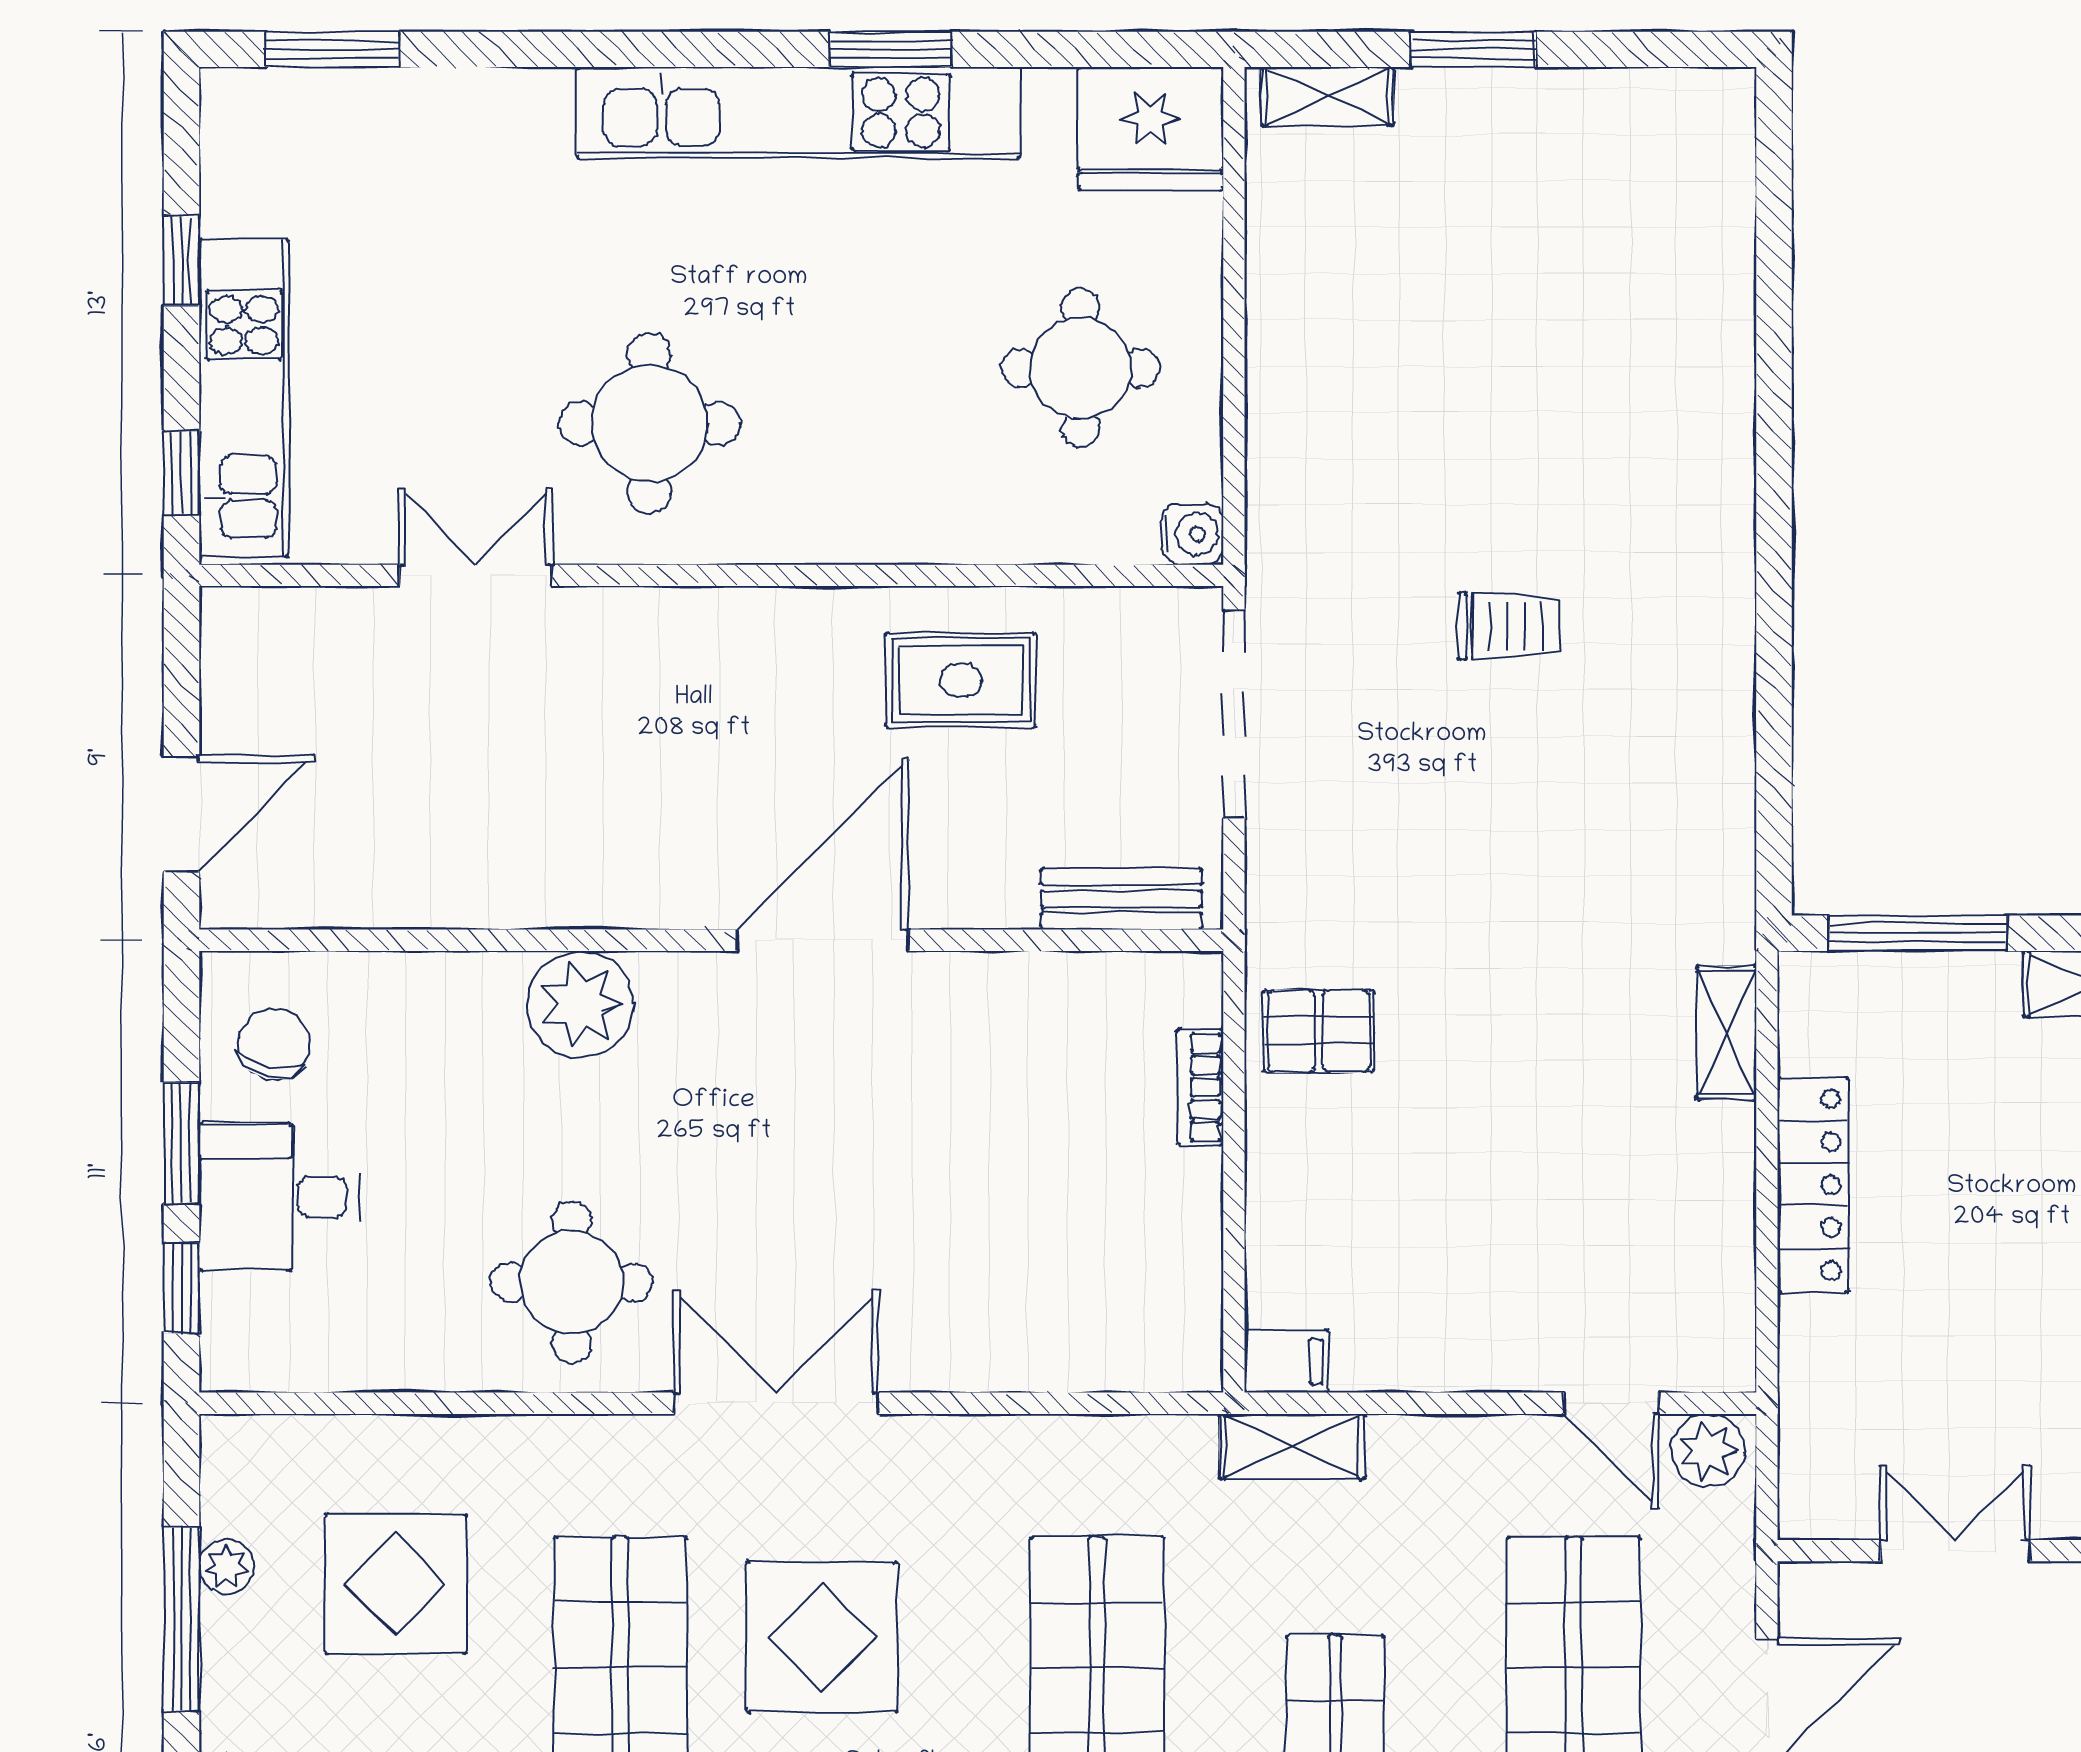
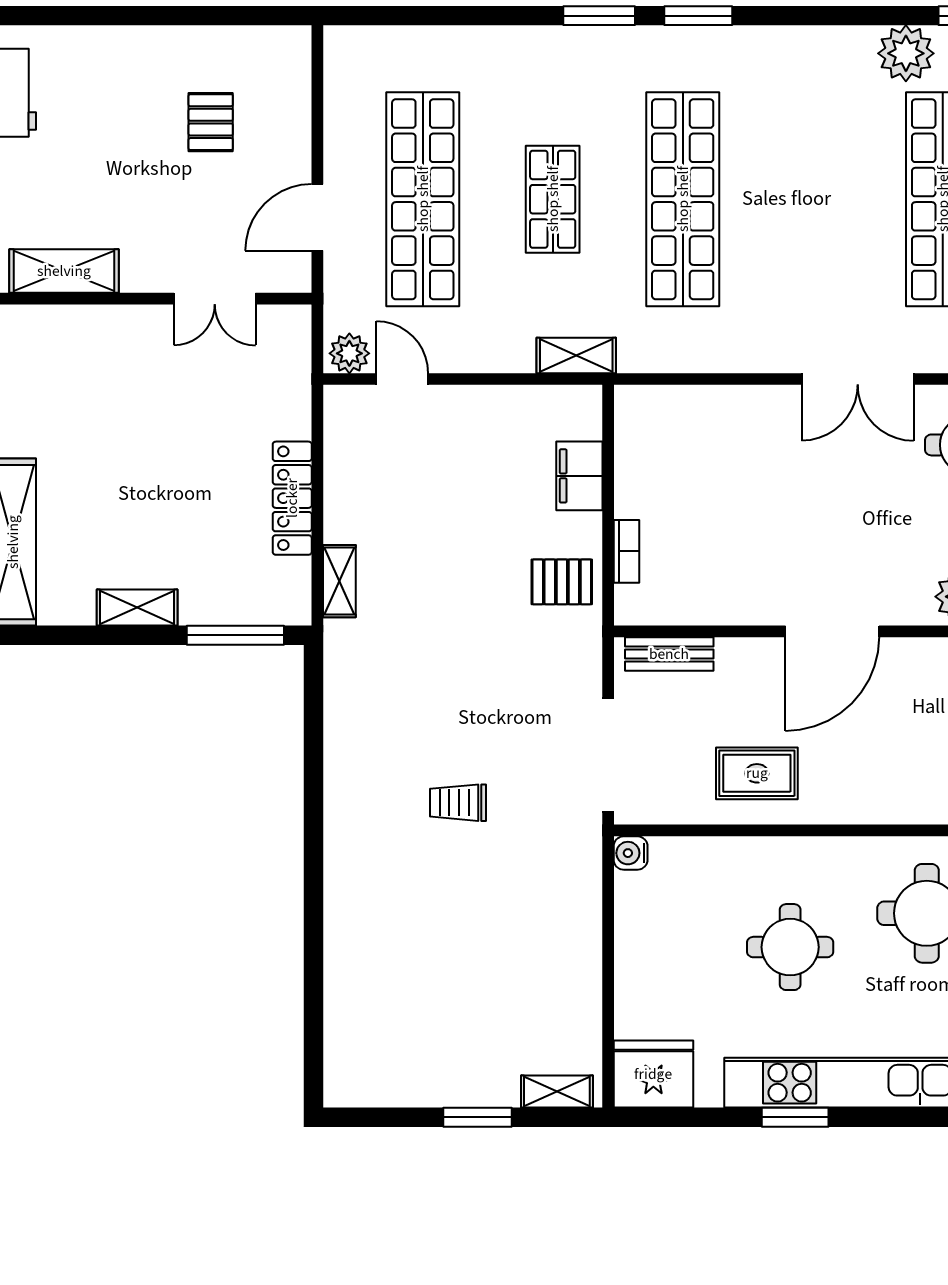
round table: (1080, 368) -> (790, 947), moved
filing cabinet: (1287, 1361) -> (579, 476), moved, width x2.00
display table: (822, 1637) -> (833, 252), removed

